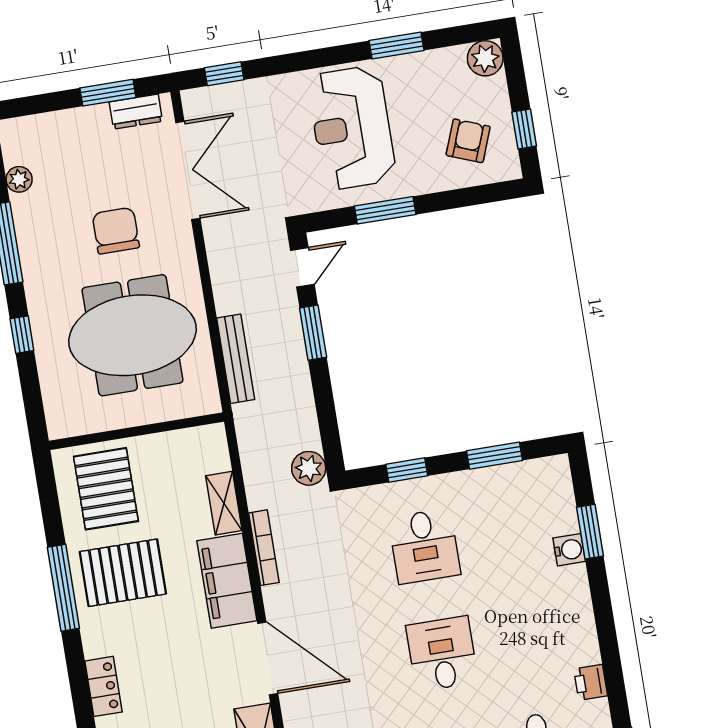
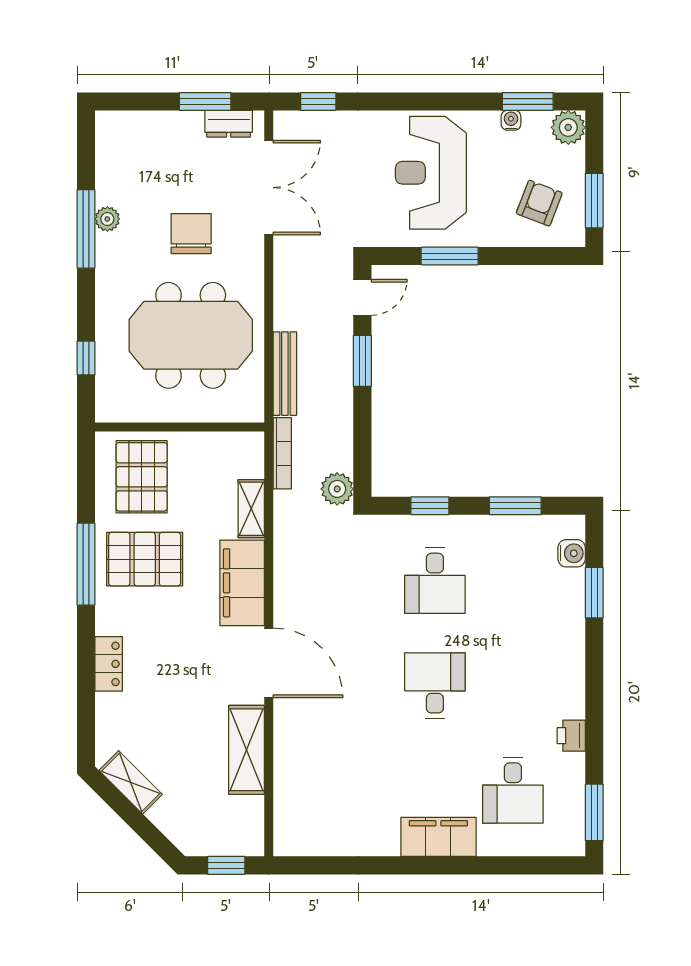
window: (397, 45) -> (528, 102), moved
water cooler: (425, 61) -> (511, 120), added
window: (524, 129) -> (594, 201), width x1.50
plant: (19, 179) -> (107, 219), moved
window: (22, 335) -> (86, 358), moved
bookcase: (264, 548) -> (282, 453), moved
water cooler: (569, 550) -> (572, 553), moved

